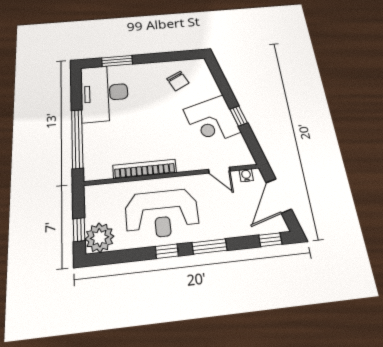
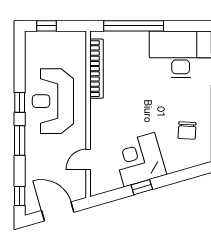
chair: (178, 81) -> (187, 131), turned -60
bookcase: (145, 169) -> (97, 69), moved
water cooler: (246, 175) -> (81, 184), removed
plant: (100, 238) -> (38, 44), removed

